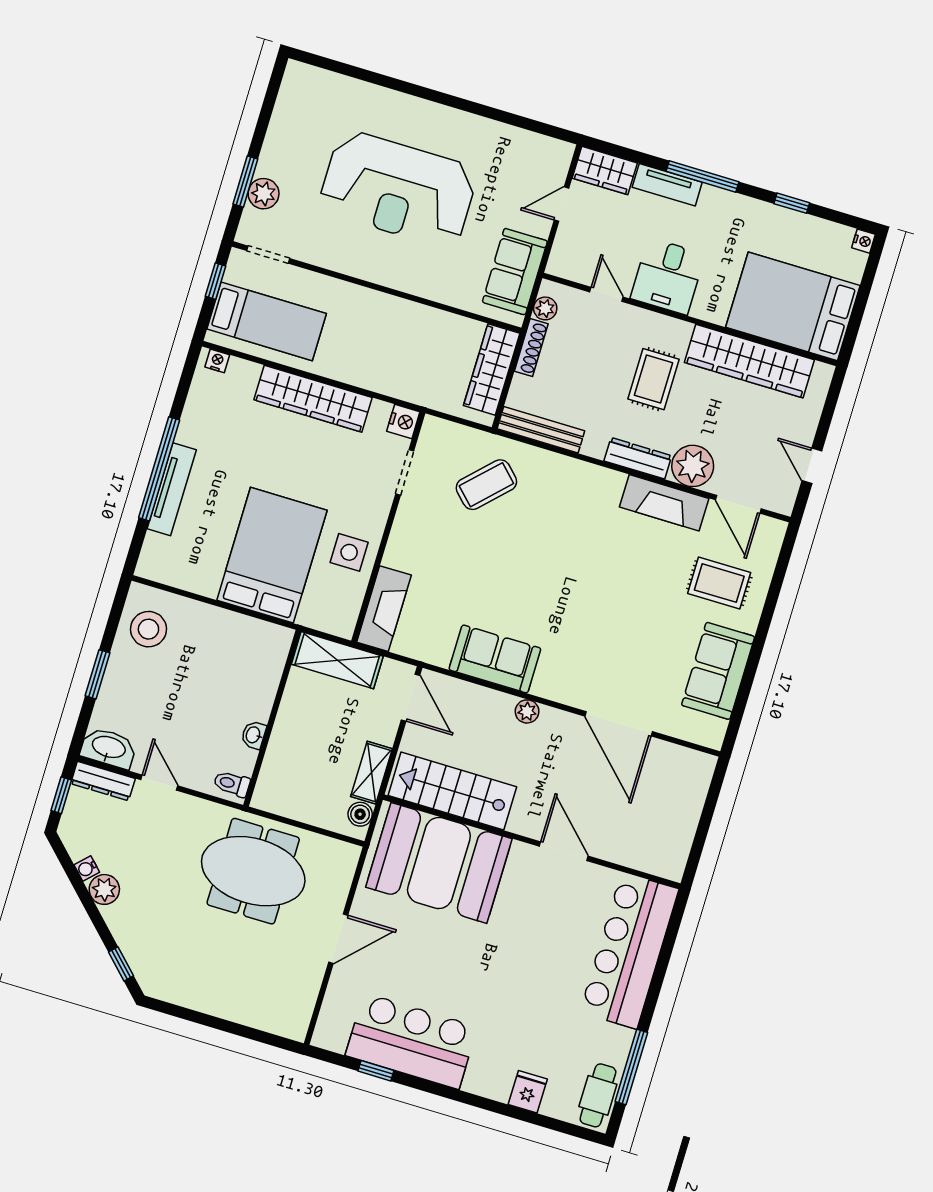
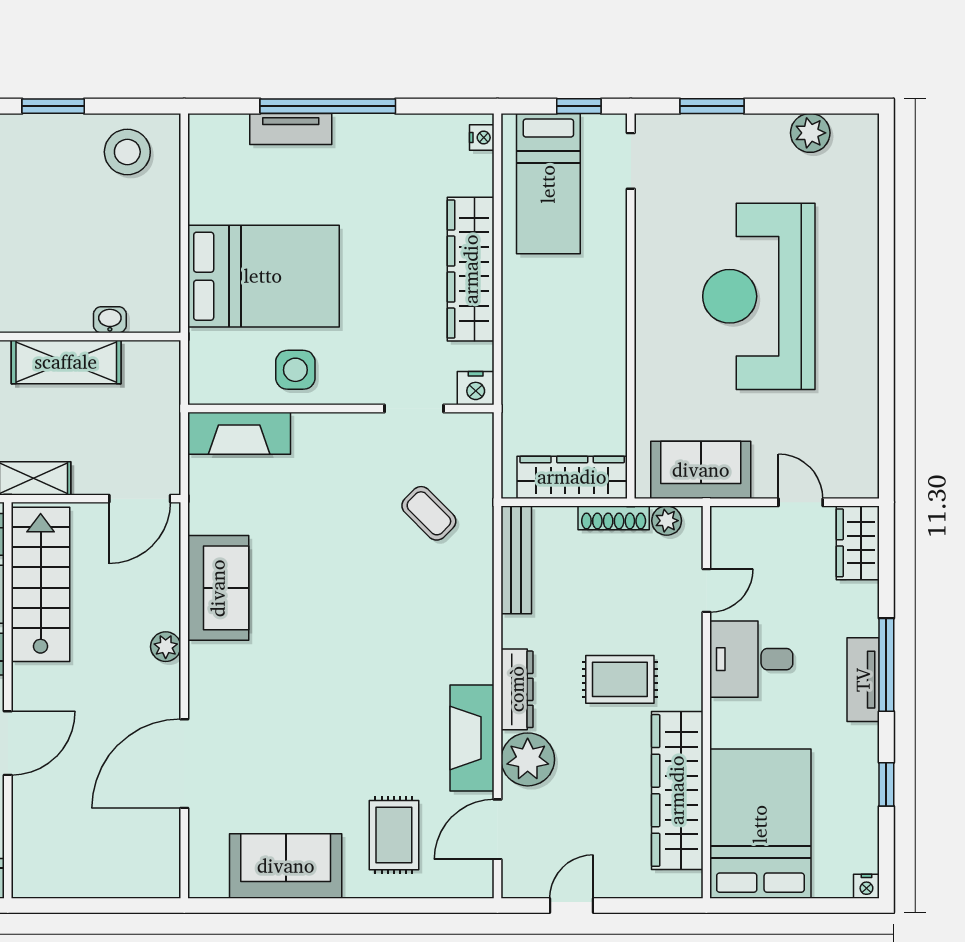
tv unit: (667, 185) -> (863, 680), moved
plant: (264, 194) -> (810, 133), moved
coffee table: (486, 485) -> (429, 513), width x0.73, depth x0.77
tv unit: (172, 489) -> (291, 129), width x0.71
shelving: (337, 660) -> (66, 362), moved, turned 90
washbasin: (254, 735) -> (110, 320), moved

